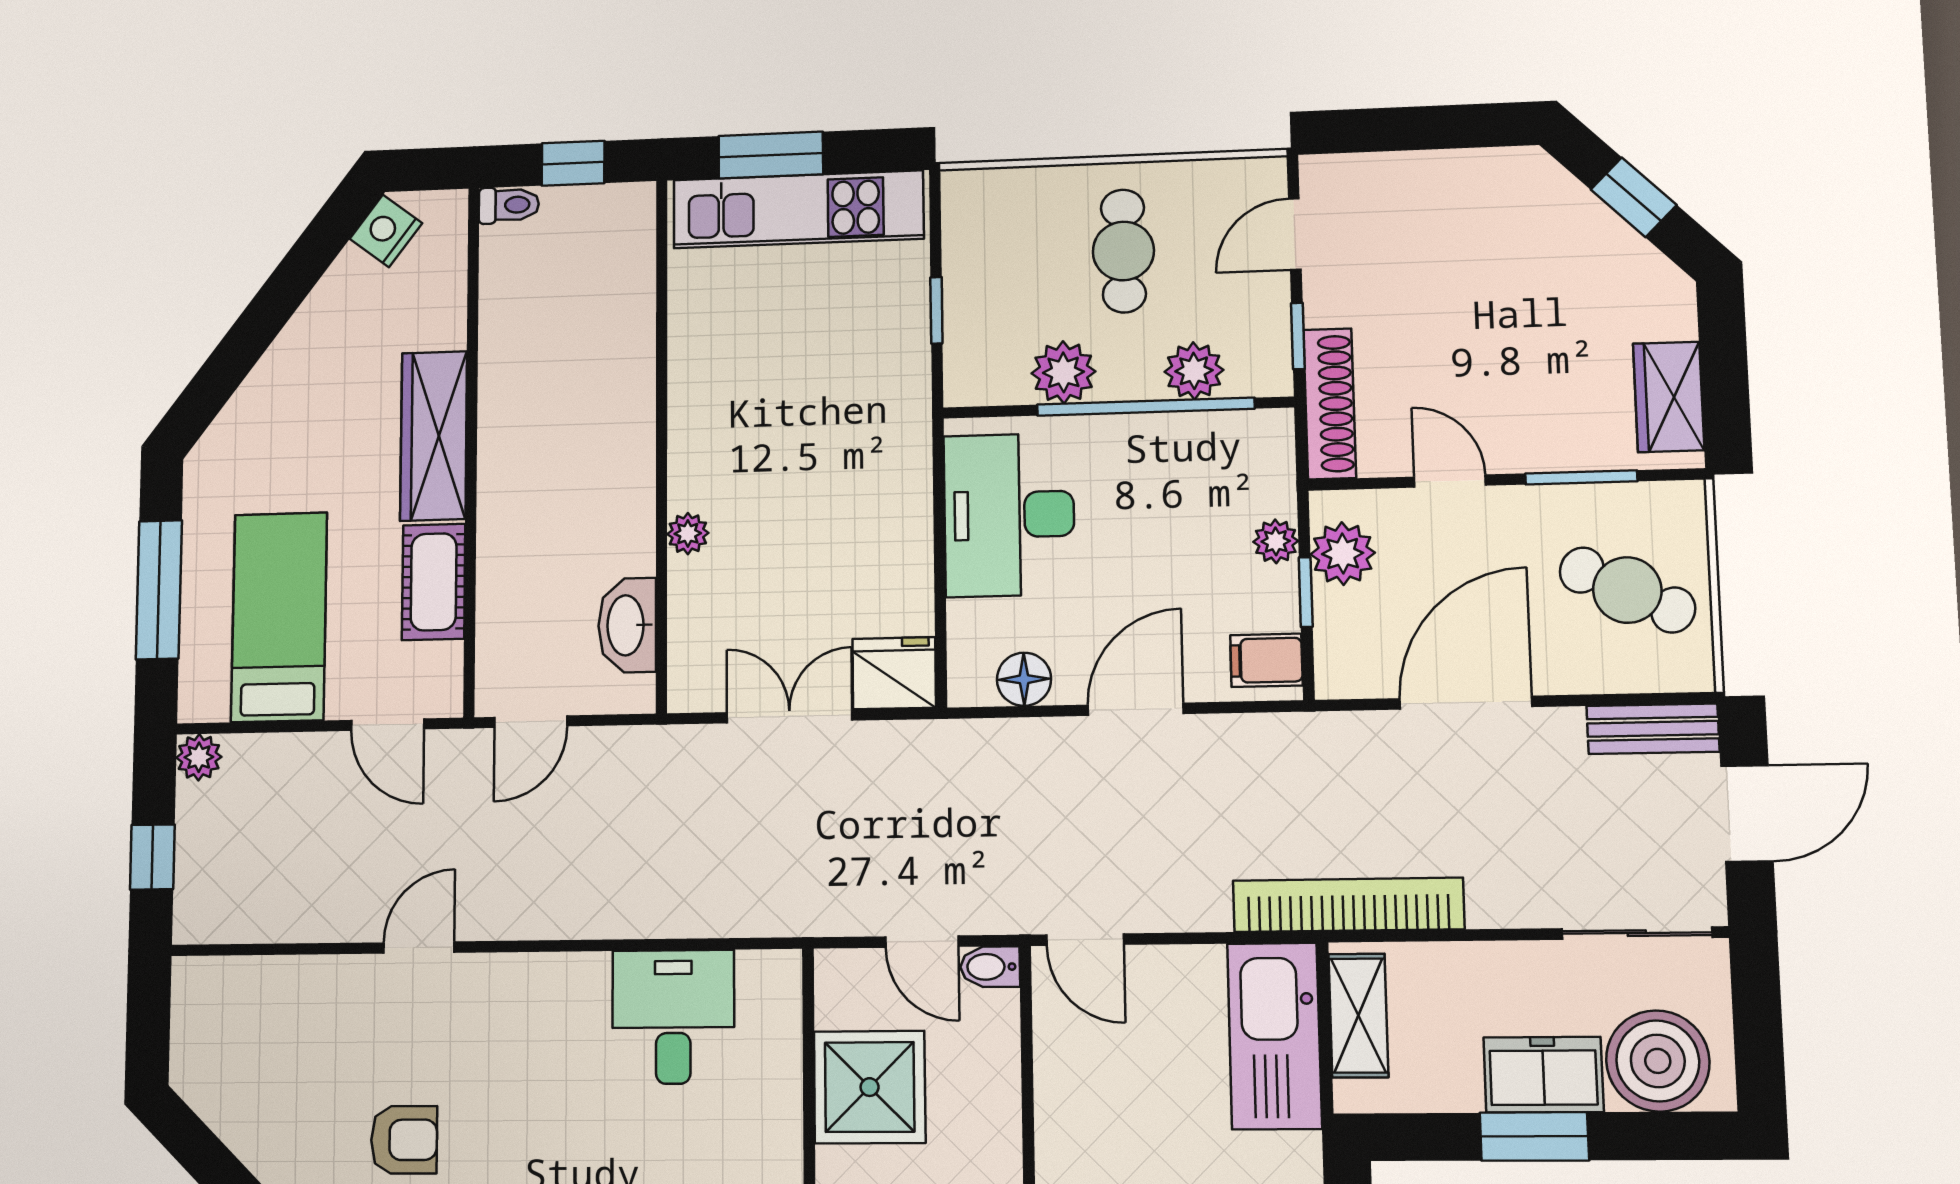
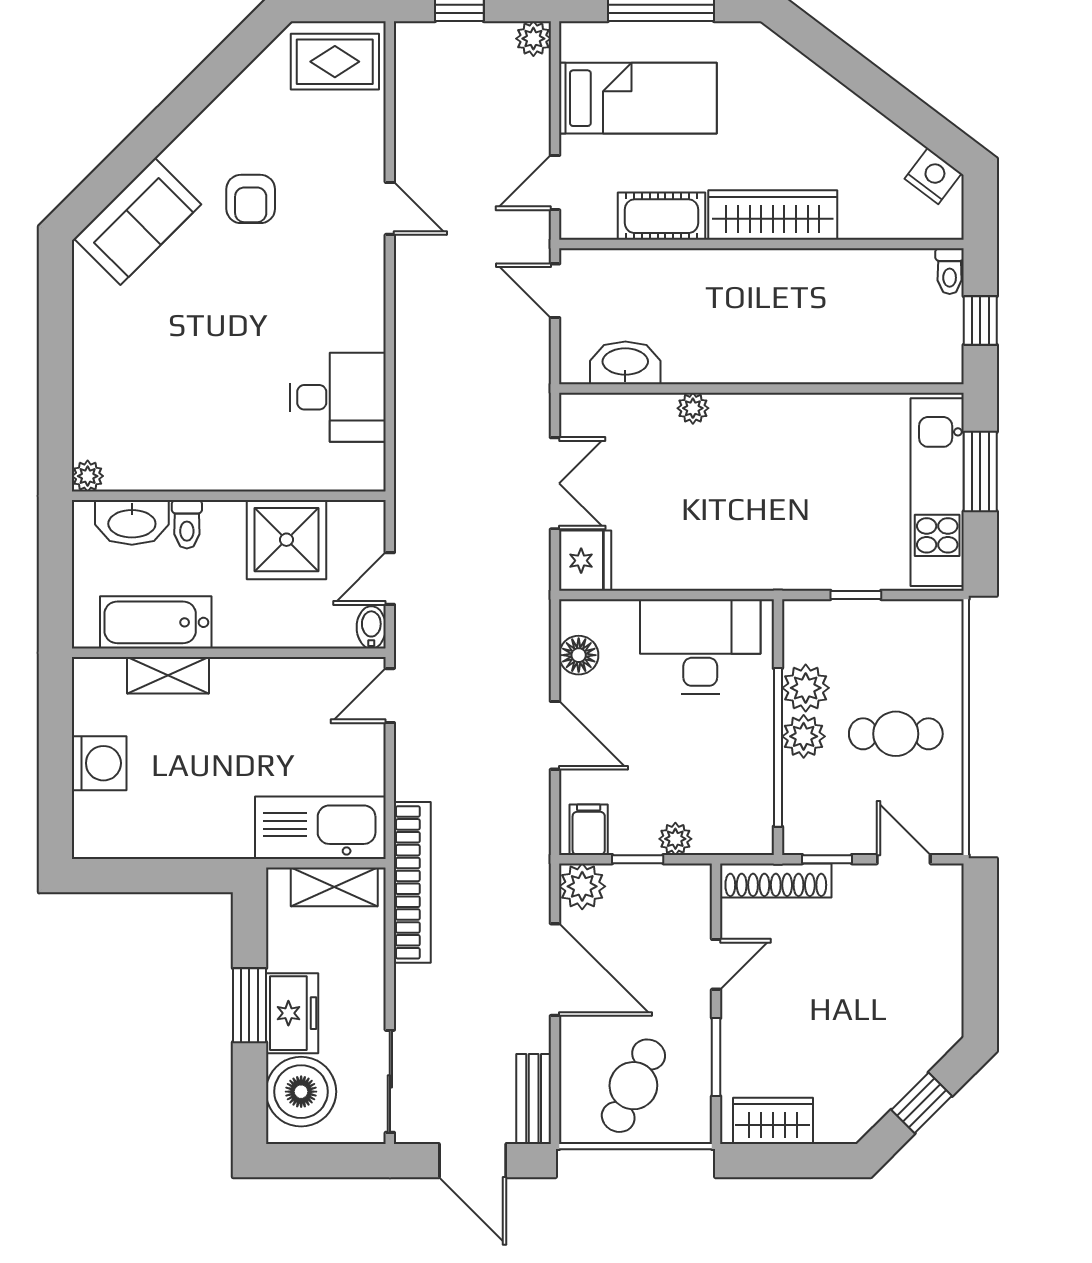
plant: (1194, 371) -> (804, 736), moved
plant: (1343, 554) -> (582, 886), moved
rug: (223, 1025) -> (335, 62), added

